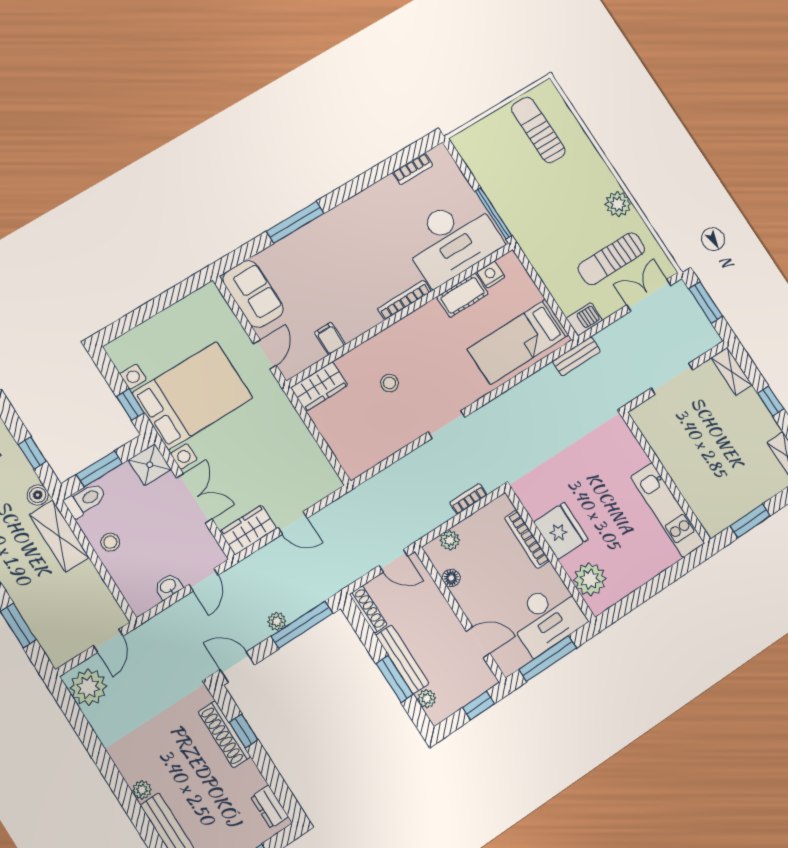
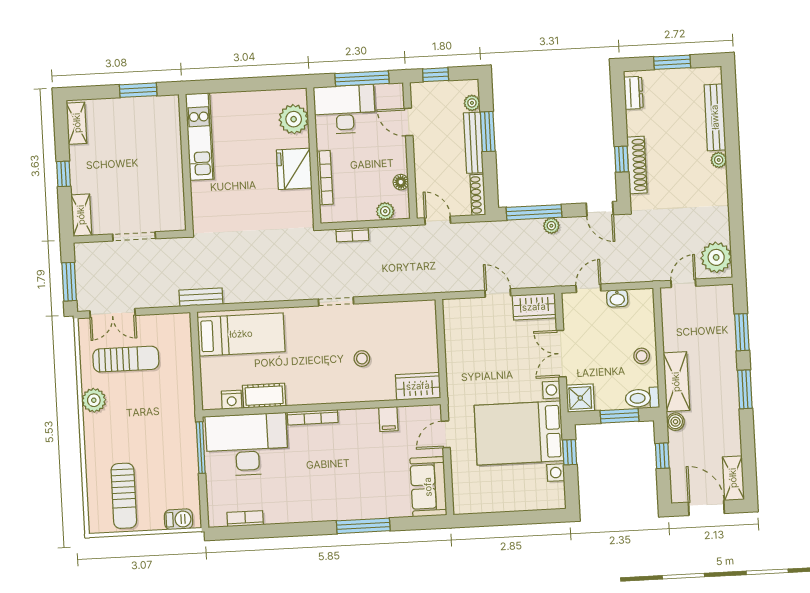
barbecue: (584, 319) -> (179, 519), moved, turned 180

